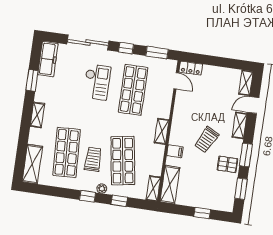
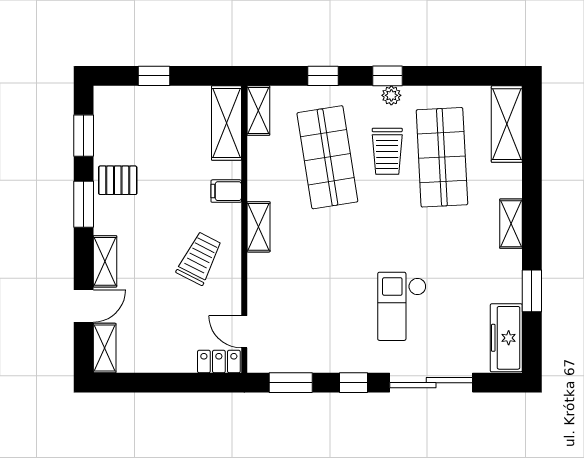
shop shelf: (133, 90) -> (327, 301), removed
trolley: (207, 140) -> (199, 258), moved
plant: (102, 189) -> (391, 95), moved

